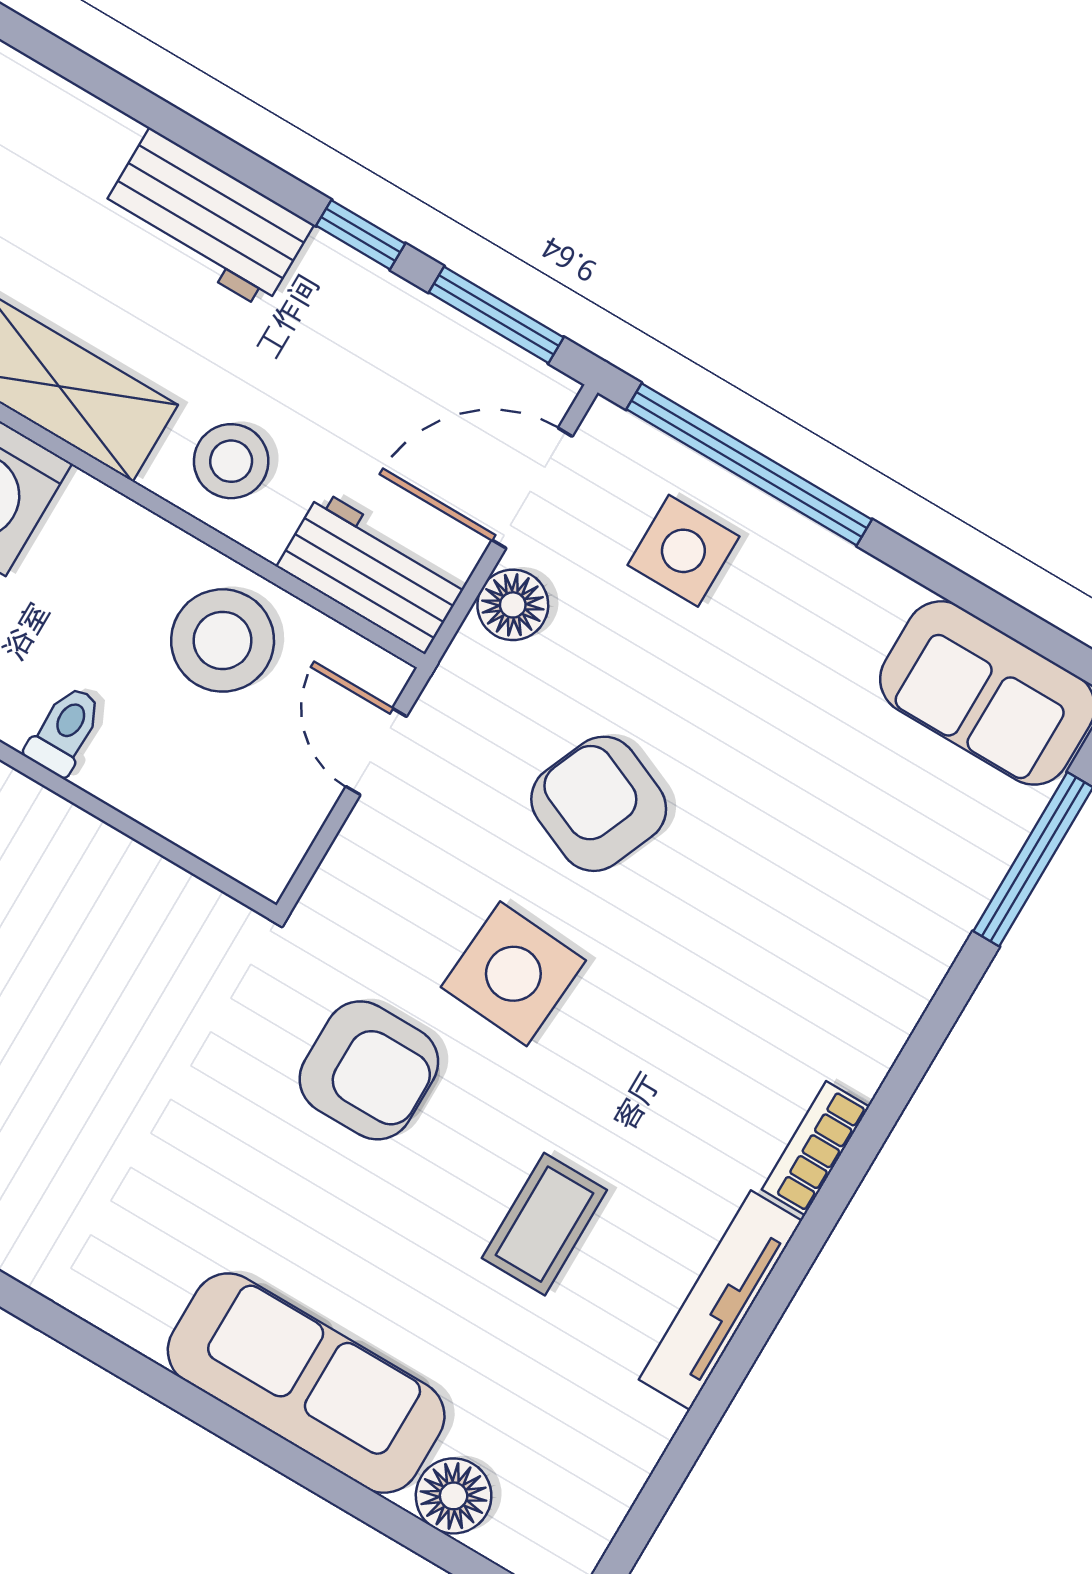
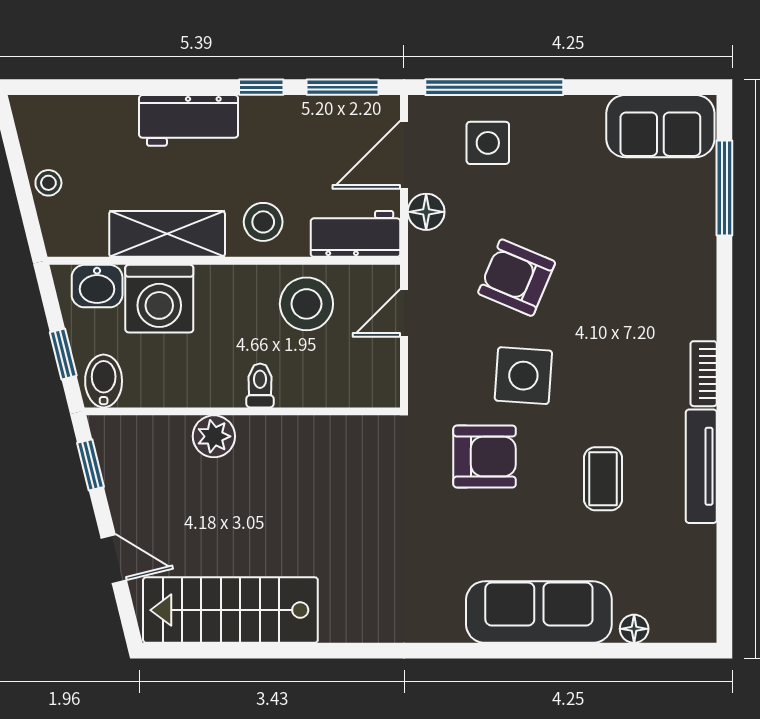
door: (376, 752) -> (404, 313), hinge flipped
floor lamp: (454, 1496) -> (634, 629), width x0.73, depth x0.73

